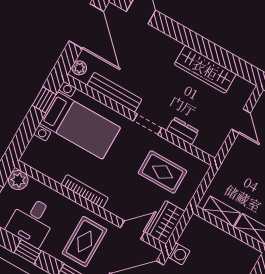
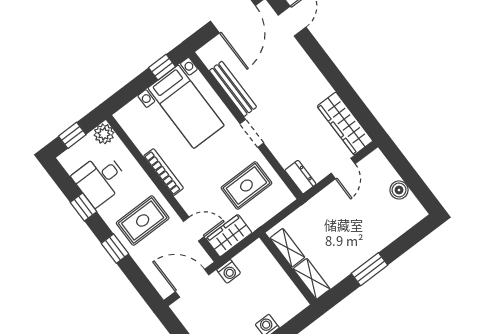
plant: (79, 68) -> (209, 51), removed
wardrobe: (205, 69) -> (345, 124), moved
dresser: (183, 131) -> (300, 177), moved
rug: (162, 172) -> (246, 186), turned 90

